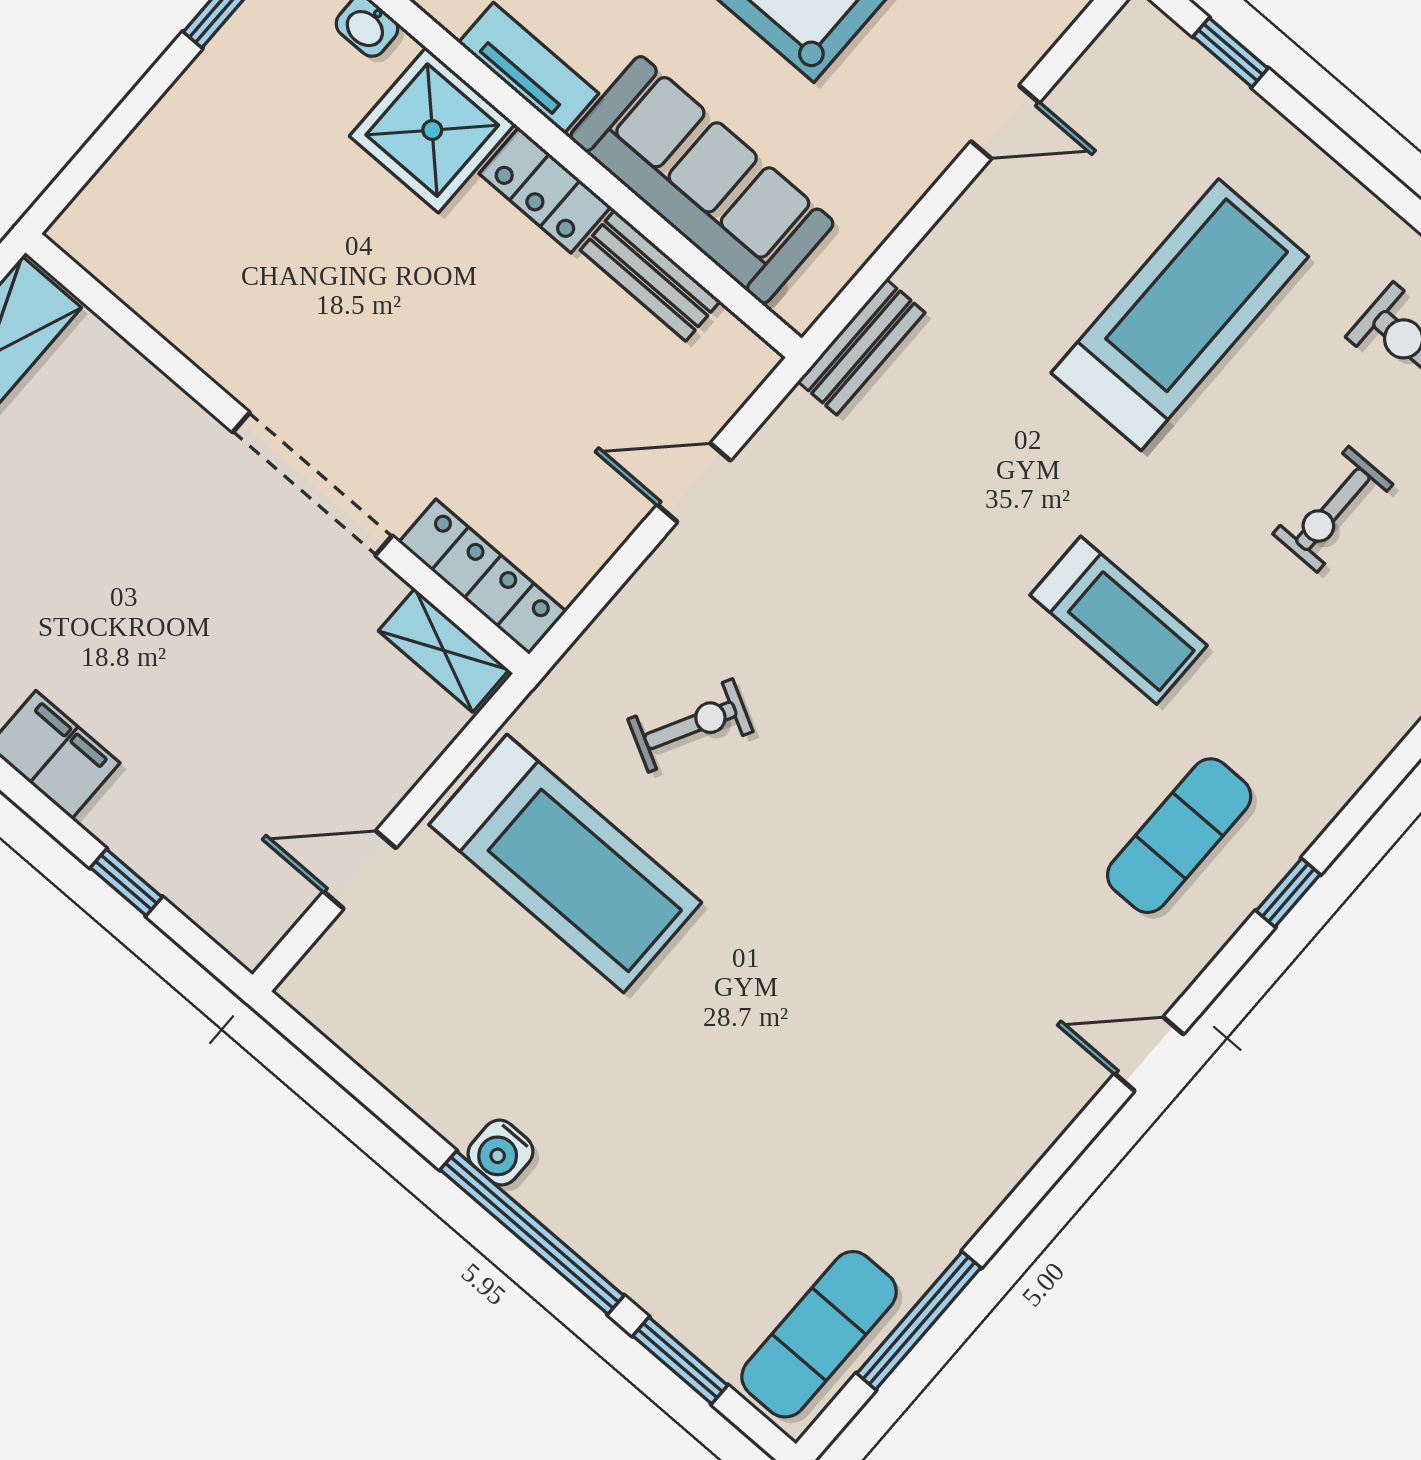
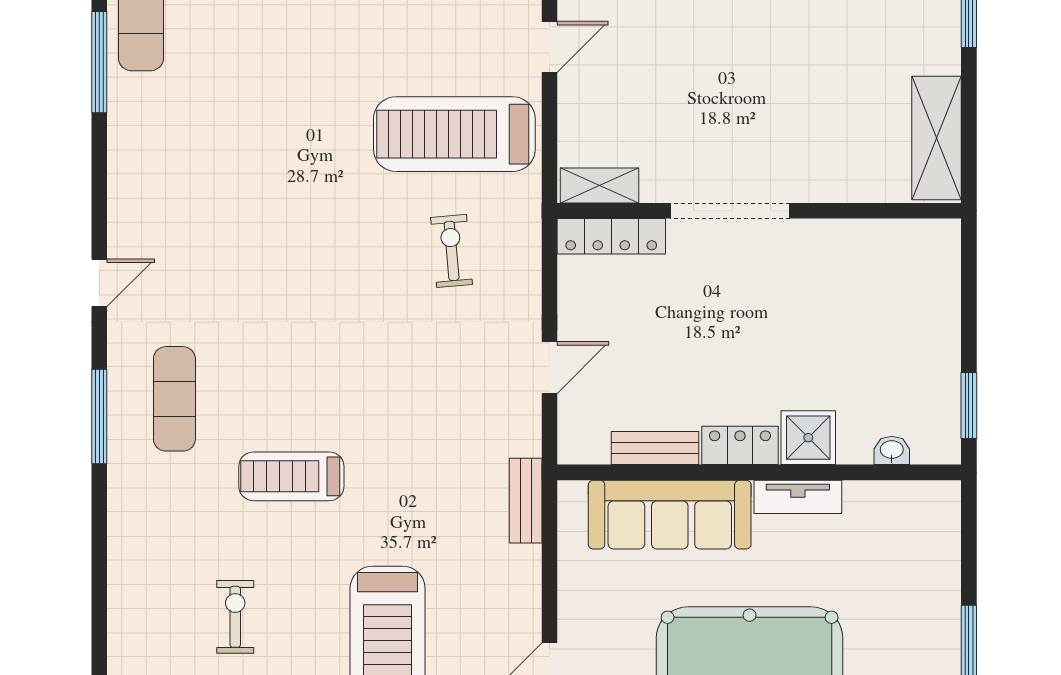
shower: (432, 130) -> (808, 438), width x0.73, depth x0.73
exercise bike: (690, 725) -> (452, 251), turned 147
window: (1288, 893) -> (99, 416), width x2.17

